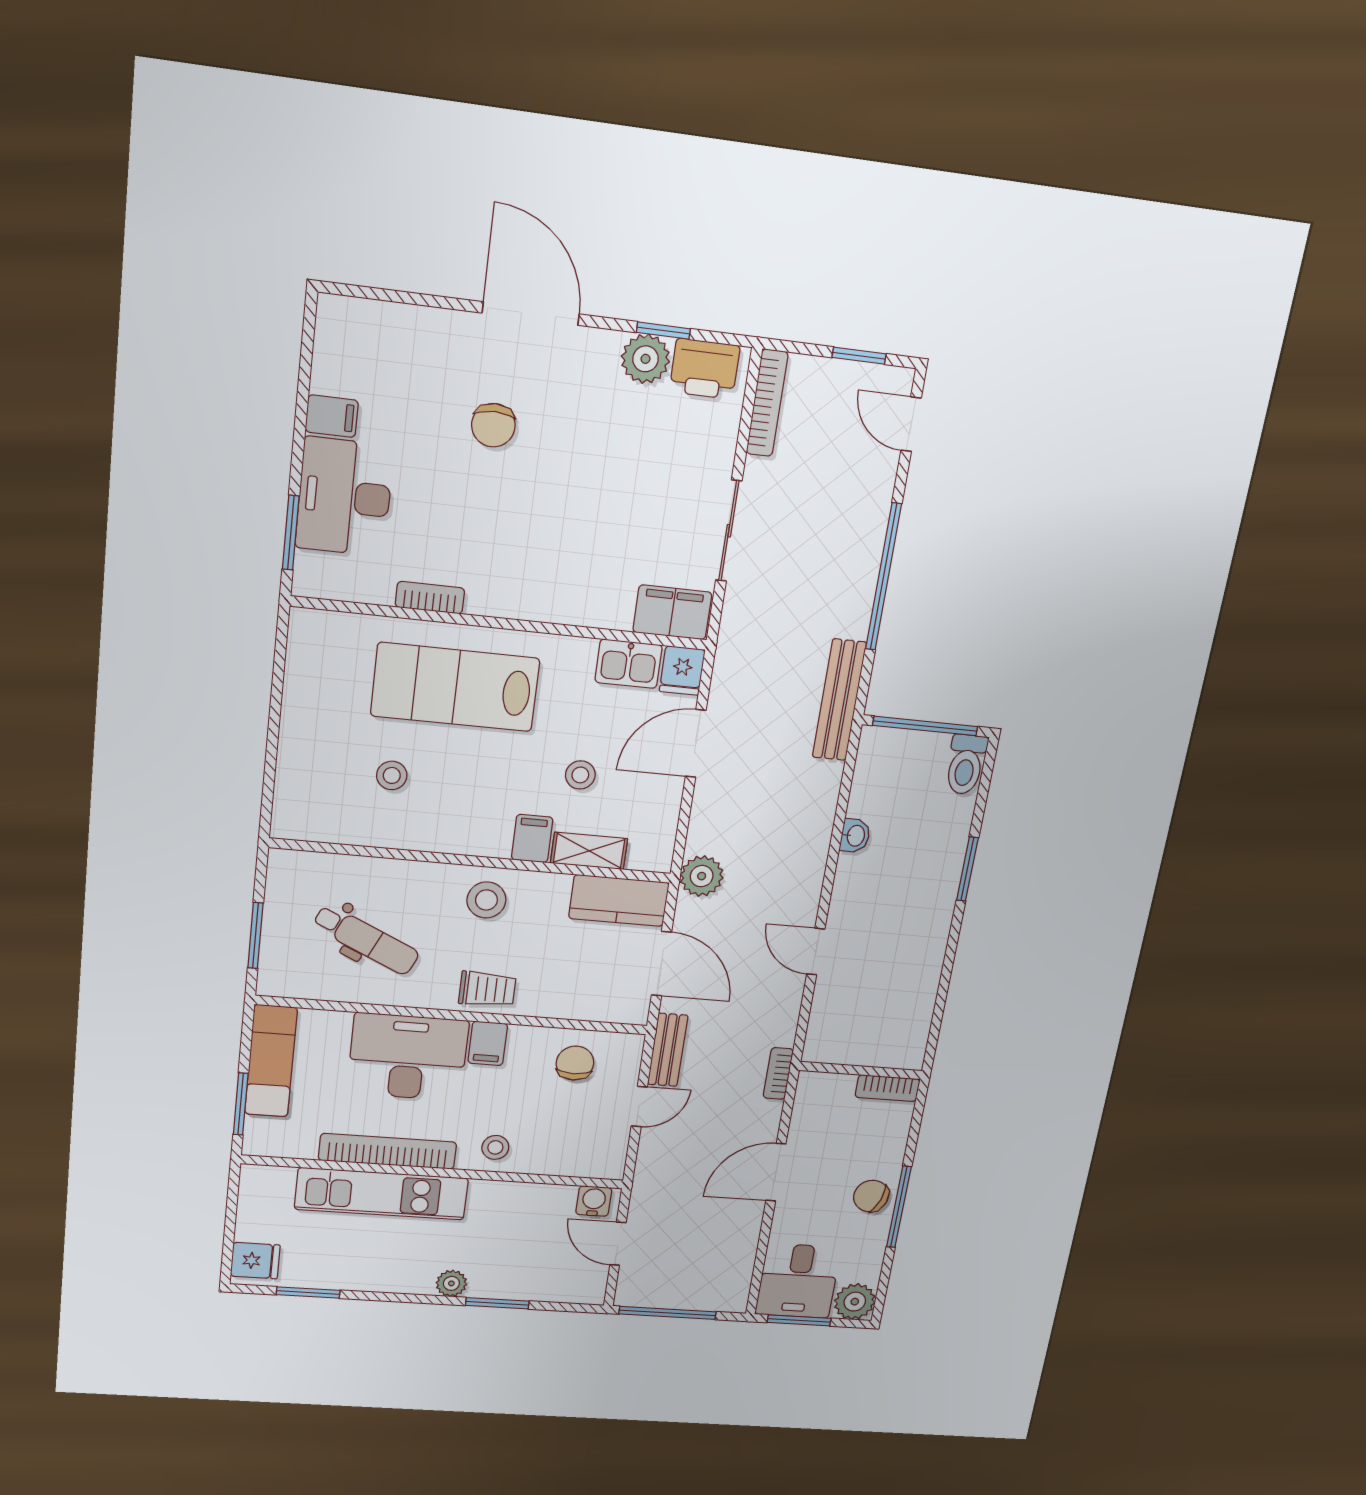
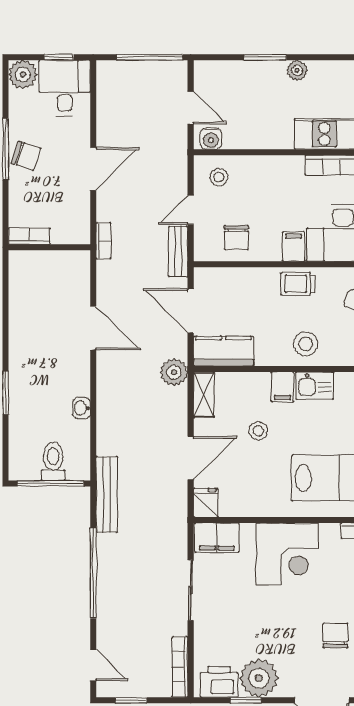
plant: (645, 359) -> (259, 678), width x1.36, depth x1.36
corner desk: (559, 573) -> (287, 554), added
kitchen sink: (629, 664) -> (314, 386), moved, turned 180
toilet: (966, 764) -> (53, 461), moved
shelving: (589, 851) -> (204, 395), moved, turned 90
door: (816, 952) -> (93, 328), width x1.38
stool: (495, 1147) -> (219, 177), moved
window: (799, 1320) -> (59, 57), width x0.67

